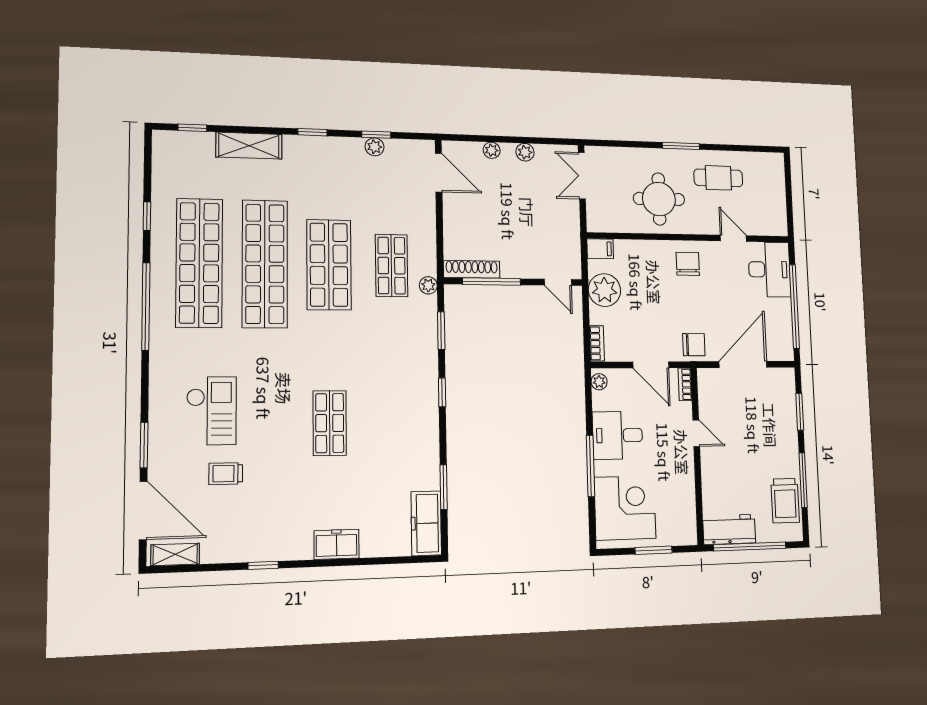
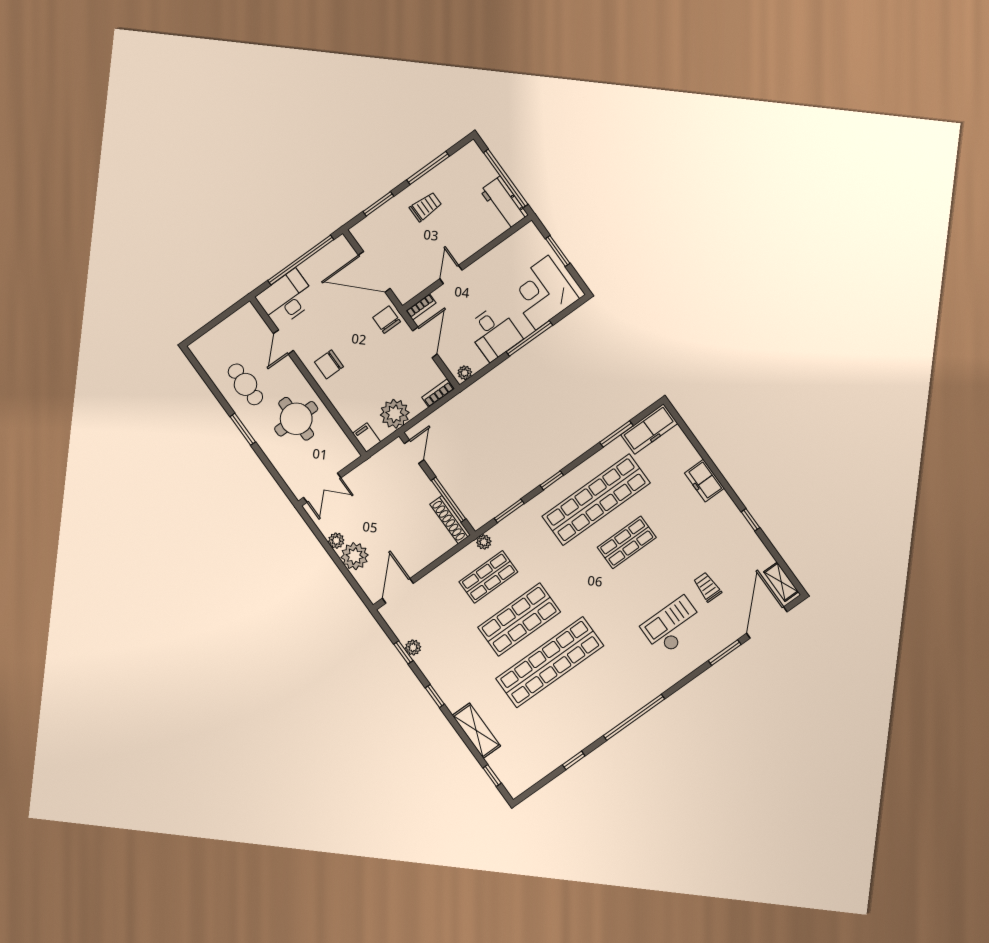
plant: (492, 150) -> (355, 556), width x1.88, depth x1.88
shop shelf: (199, 263) -> (596, 500), moved
trolley: (226, 474) -> (707, 587), turned 180
trolley: (785, 501) -> (426, 207), moved, width x0.73, depth x0.72

